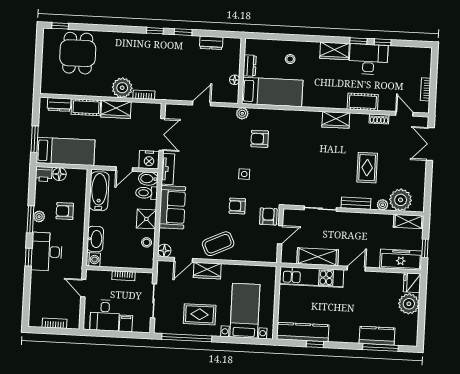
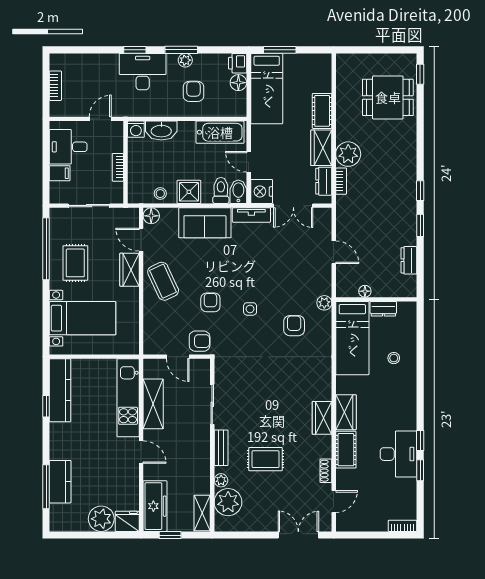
wardrobe: (334, 51) -> (346, 412), moved, turned 180
bookcase: (426, 89) -> (402, 526), moved
dresser: (59, 105) -> (324, 181), moved

